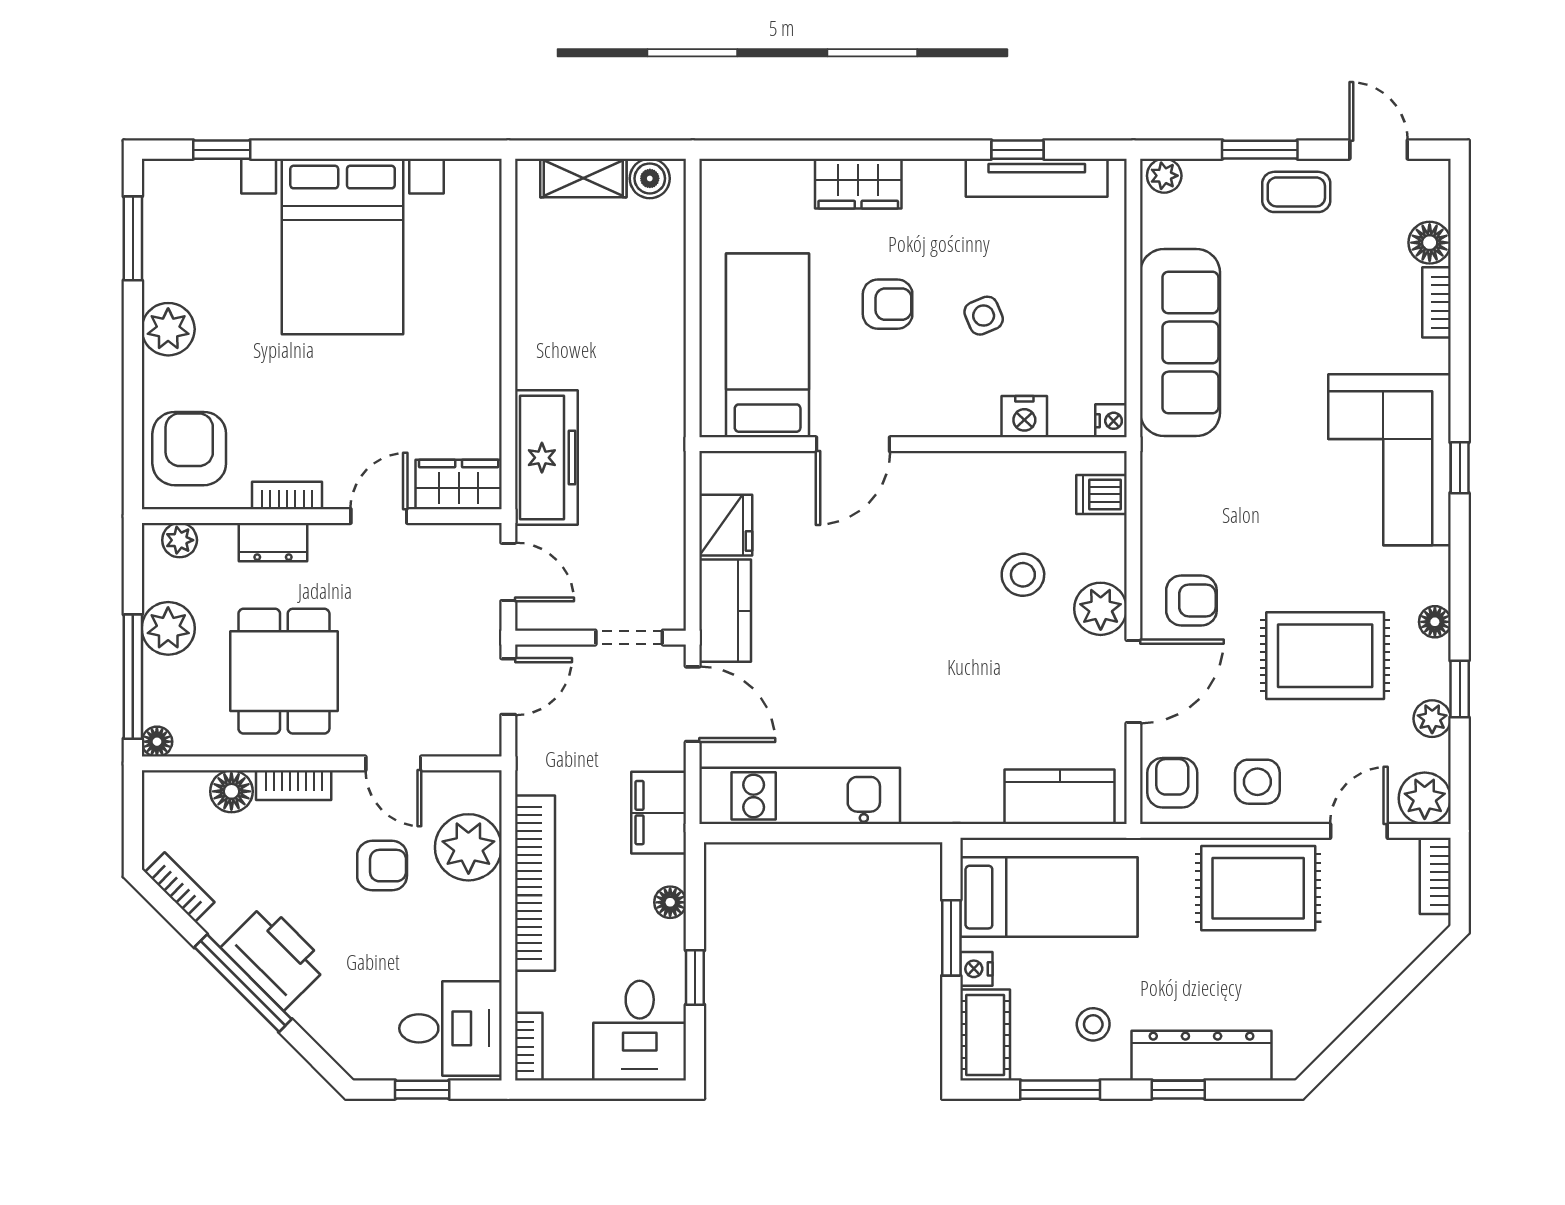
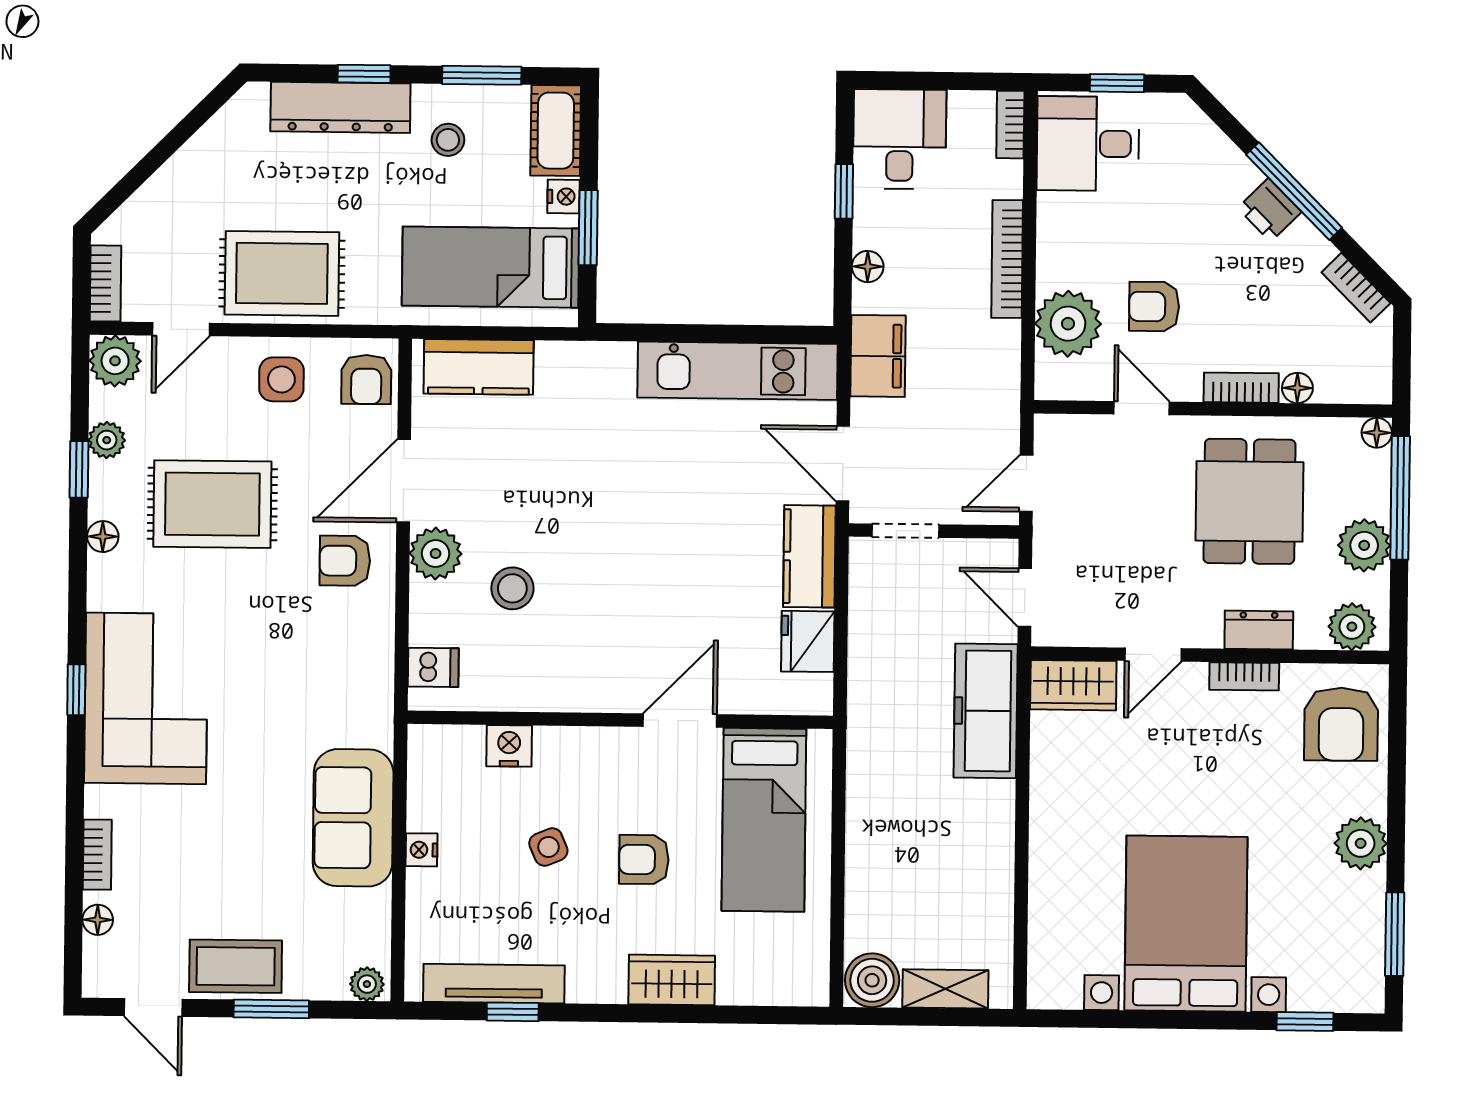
boiler: (650, 178) -> (872, 980), width x1.36, depth x1.36
coffee table: (1296, 192) -> (236, 966), width x1.36, depth x1.30
floor lamp: (1430, 243) -> (98, 920), width x0.73, depth x0.73
sofa: (1180, 342) -> (353, 818), width x0.73
nightstand: (1111, 421) -> (421, 850), moved
plant: (180, 540) -> (1352, 627), width x1.38, depth x1.38
floor lamp: (231, 791) -> (1297, 388), width x0.73, depth x0.73
bookcase: (535, 883) -> (1007, 259), width x0.68, depth x0.76
printer: (275, 957) -> (1270, 210), width x0.53, depth x0.68

